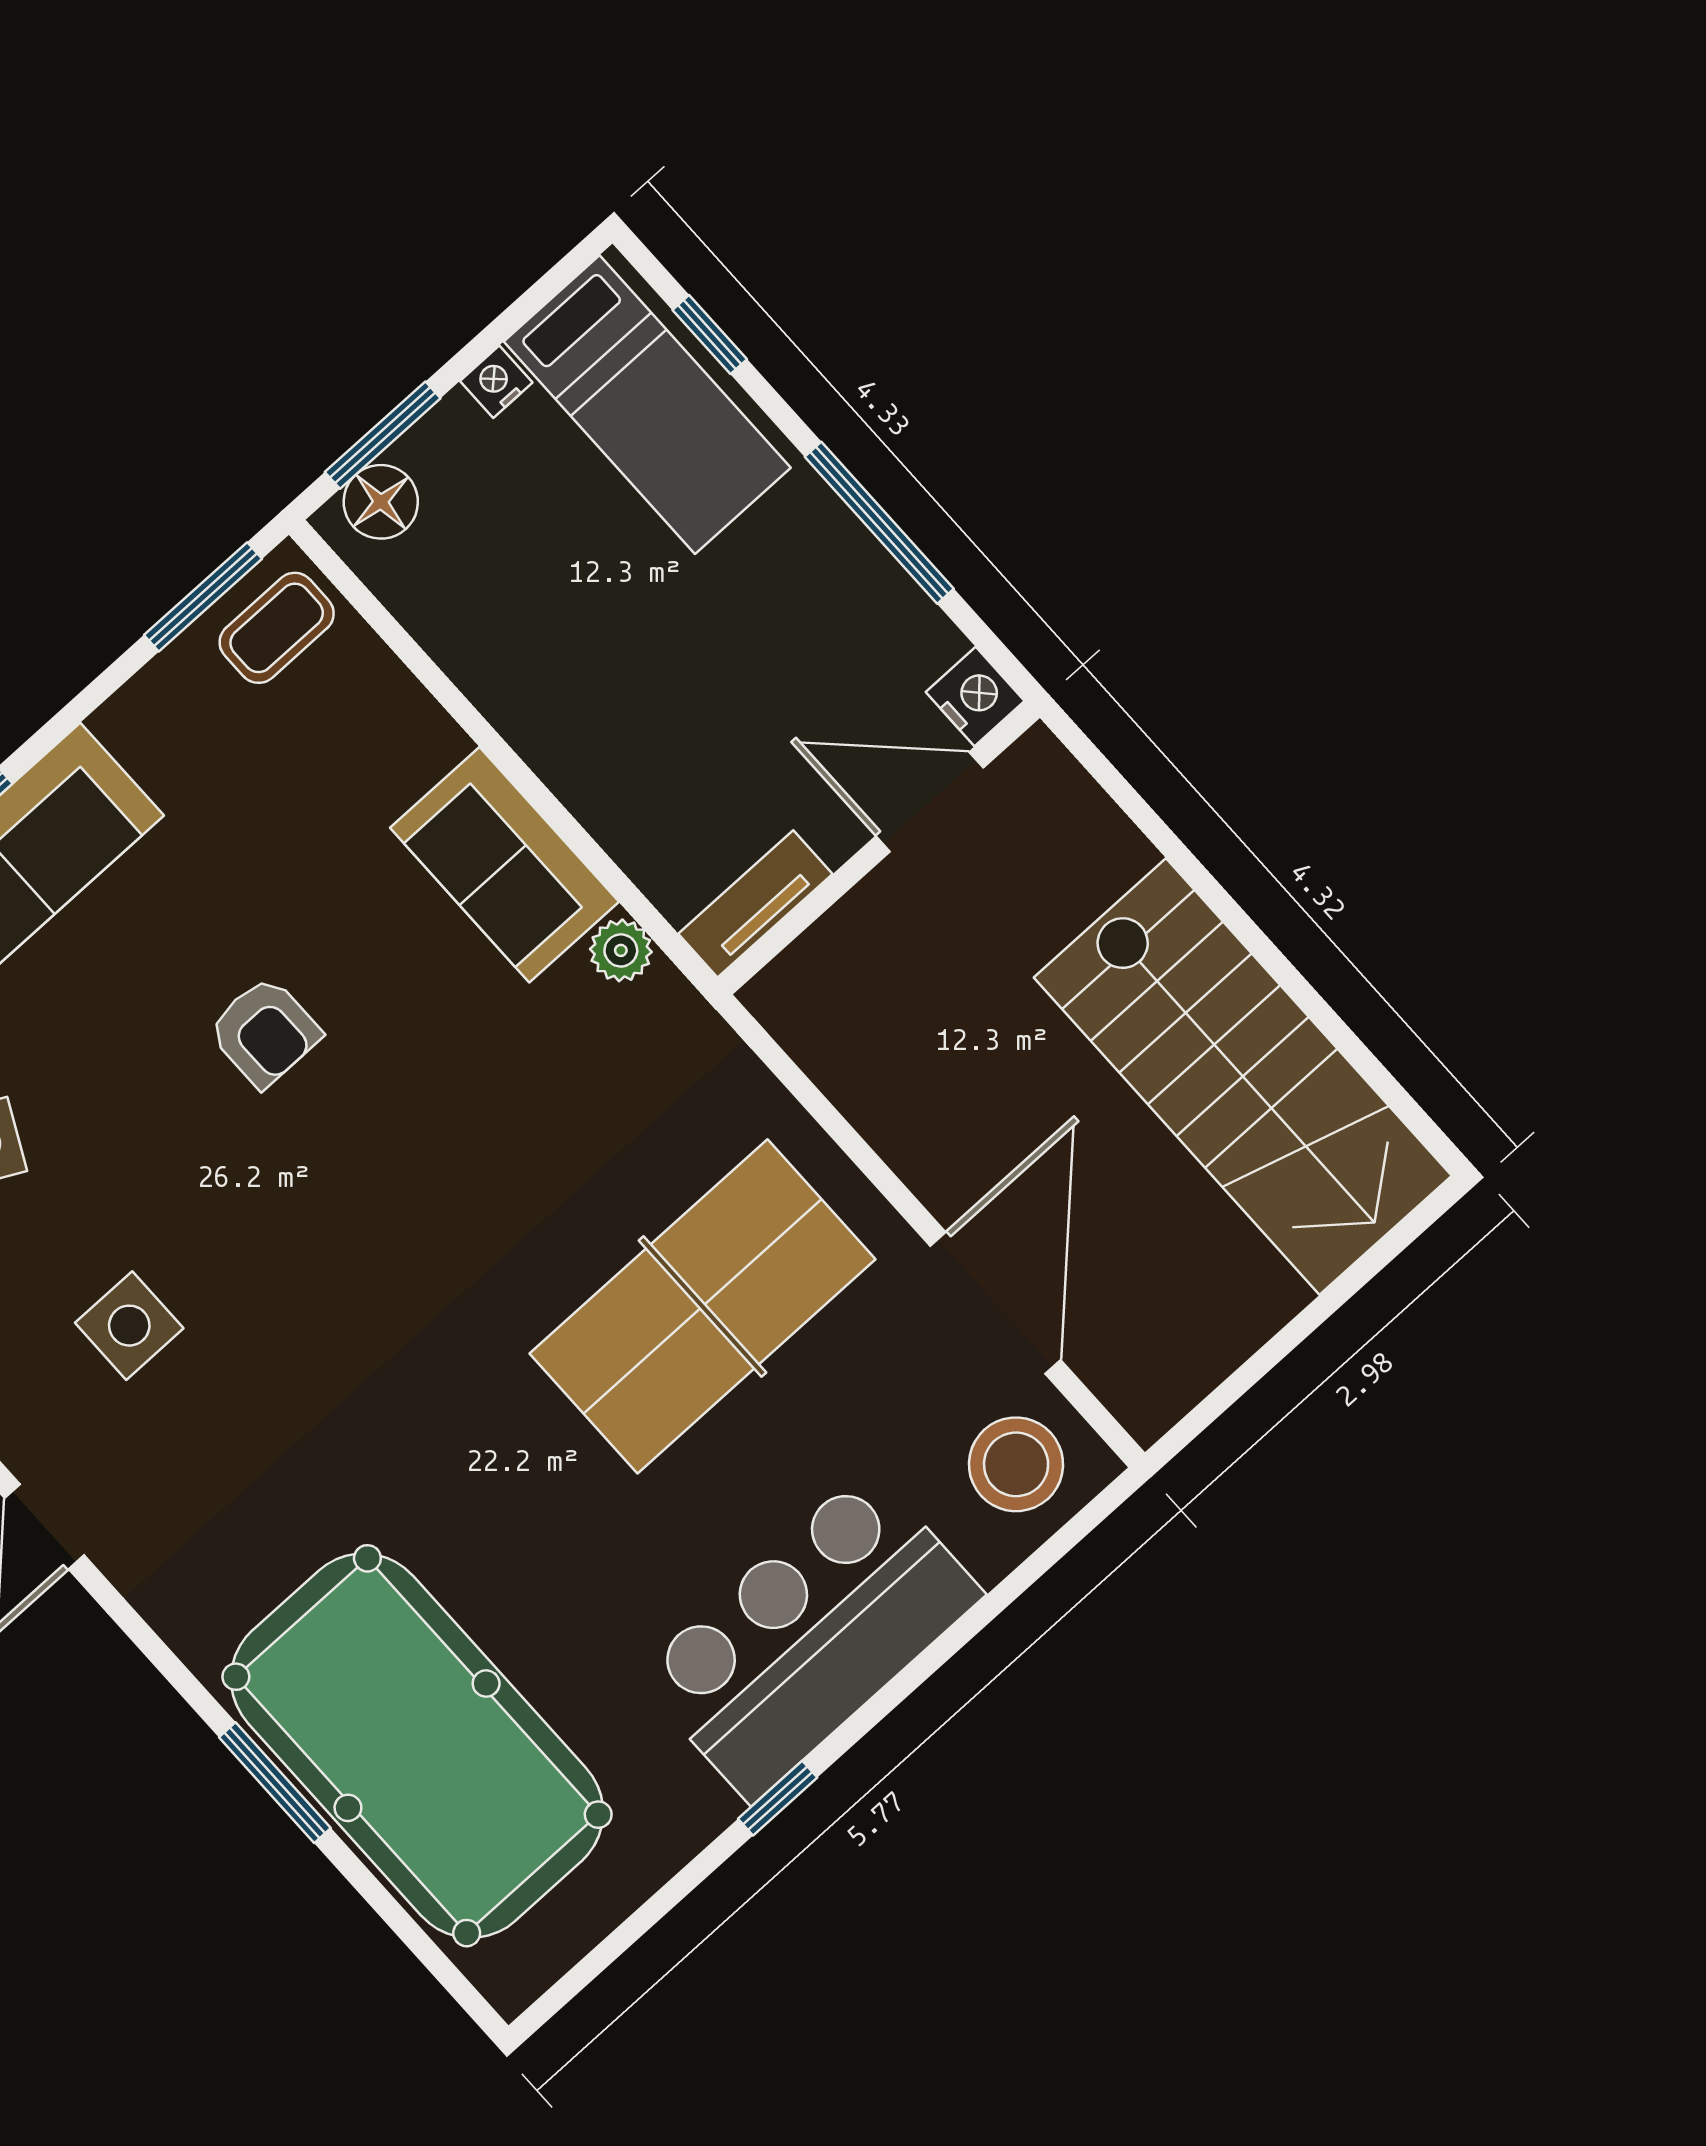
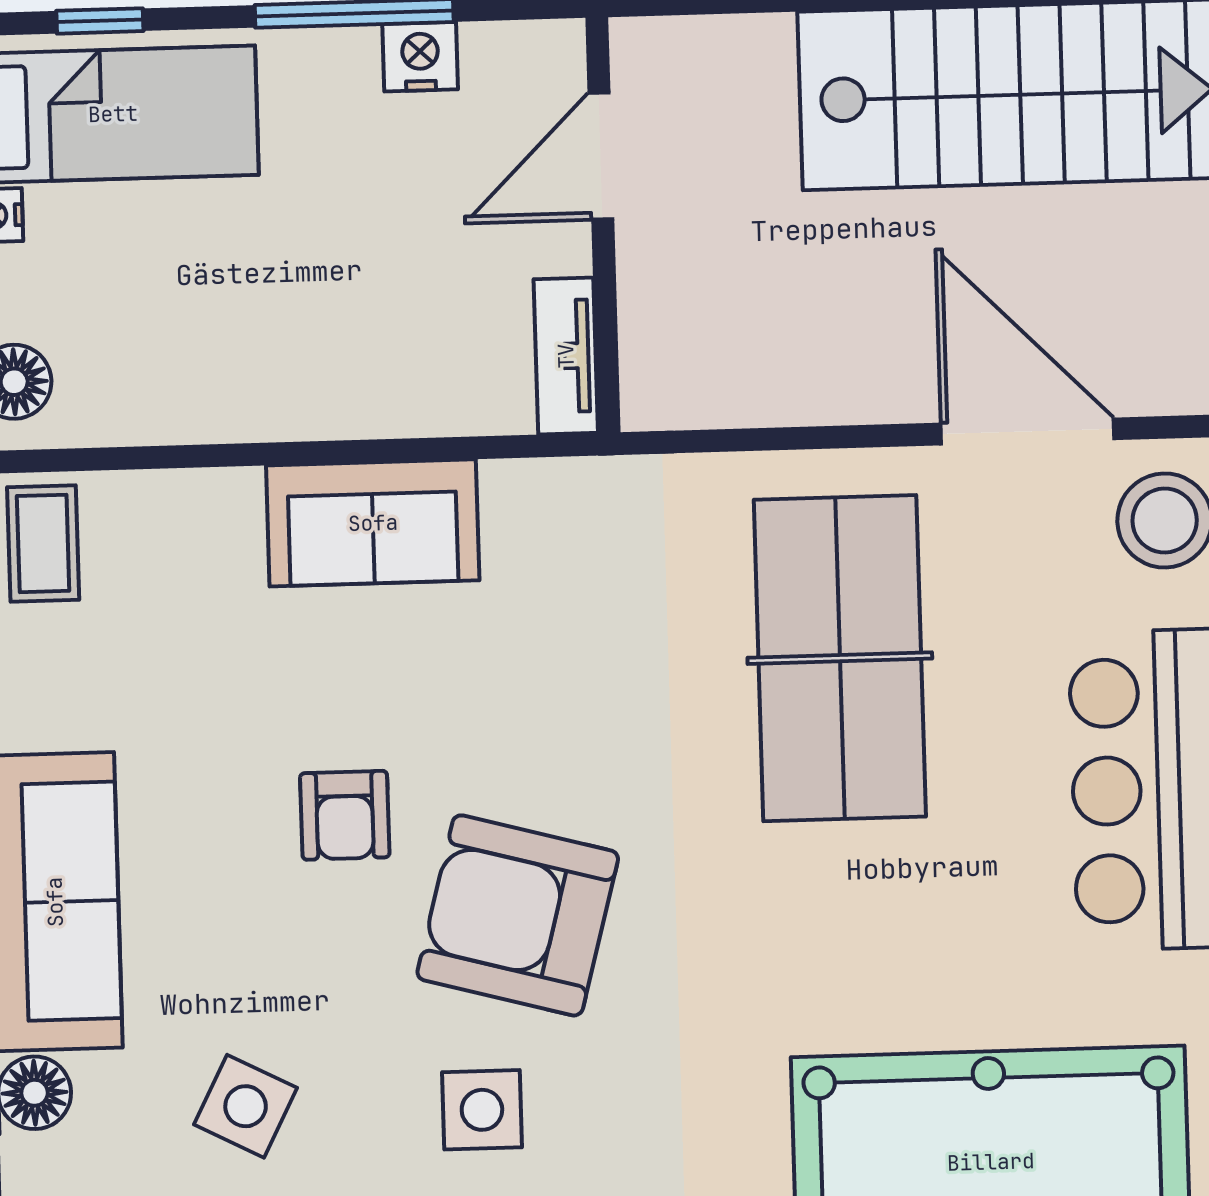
nightstand: (975, 697) -> (420, 57), moved
plant: (621, 950) -> (514, 489), removed
armchair: (265, 1032) -> (345, 815), turned 90
armchair: (300, 1228) -> (518, 915), added

